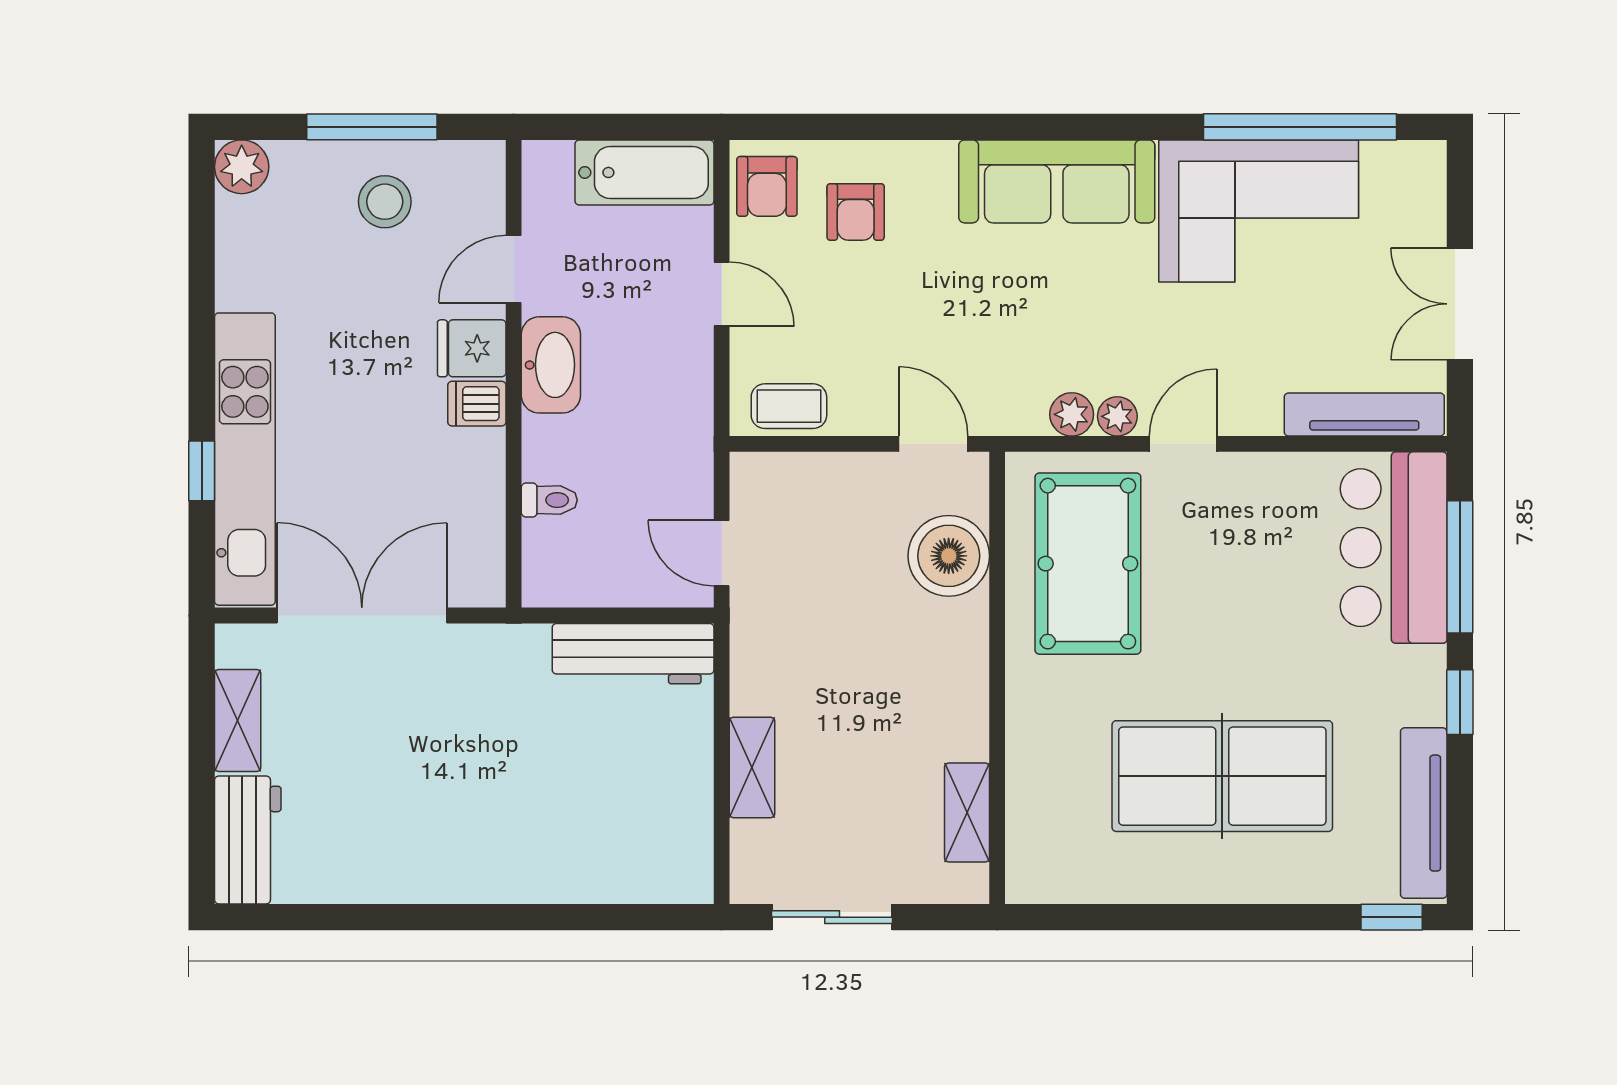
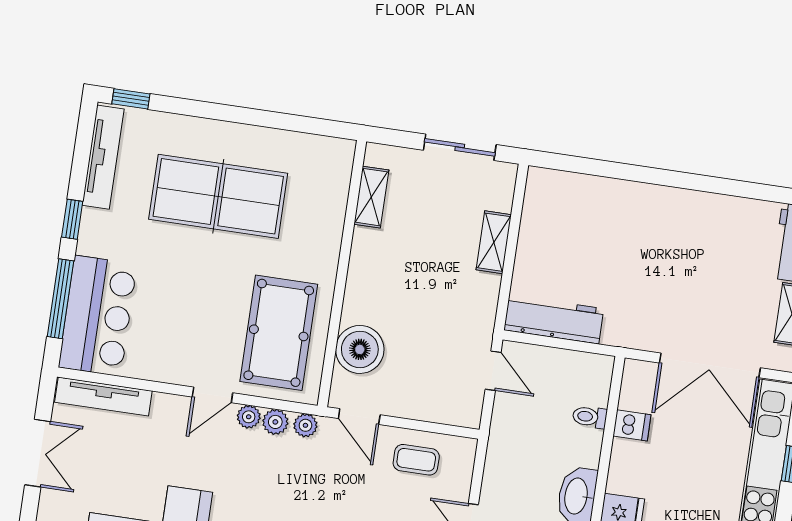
dishwasher: (477, 404) -> (632, 425), moved
coffee table: (789, 406) -> (416, 460), moved
plant: (1021, 416) -> (305, 425), added

